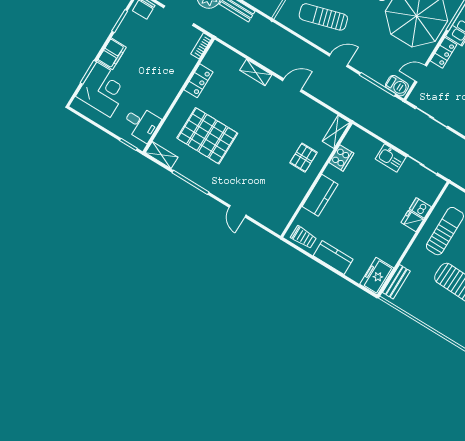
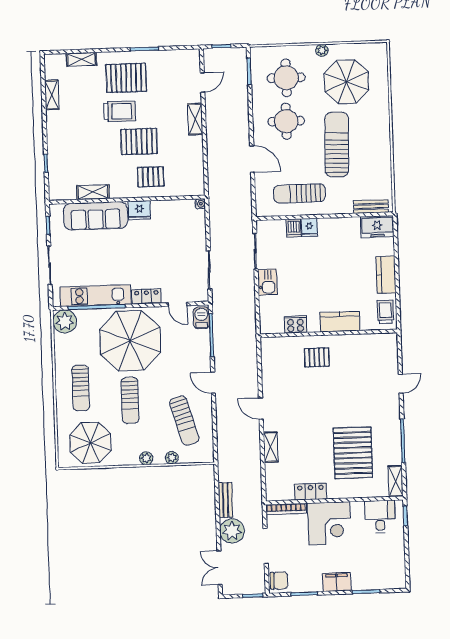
bookcase: (201, 46) -> (286, 509), width x1.56
corner desk: (103, 90) -> (329, 523), moved, turned 180
shelving: (336, 132) -> (276, 344), removed

